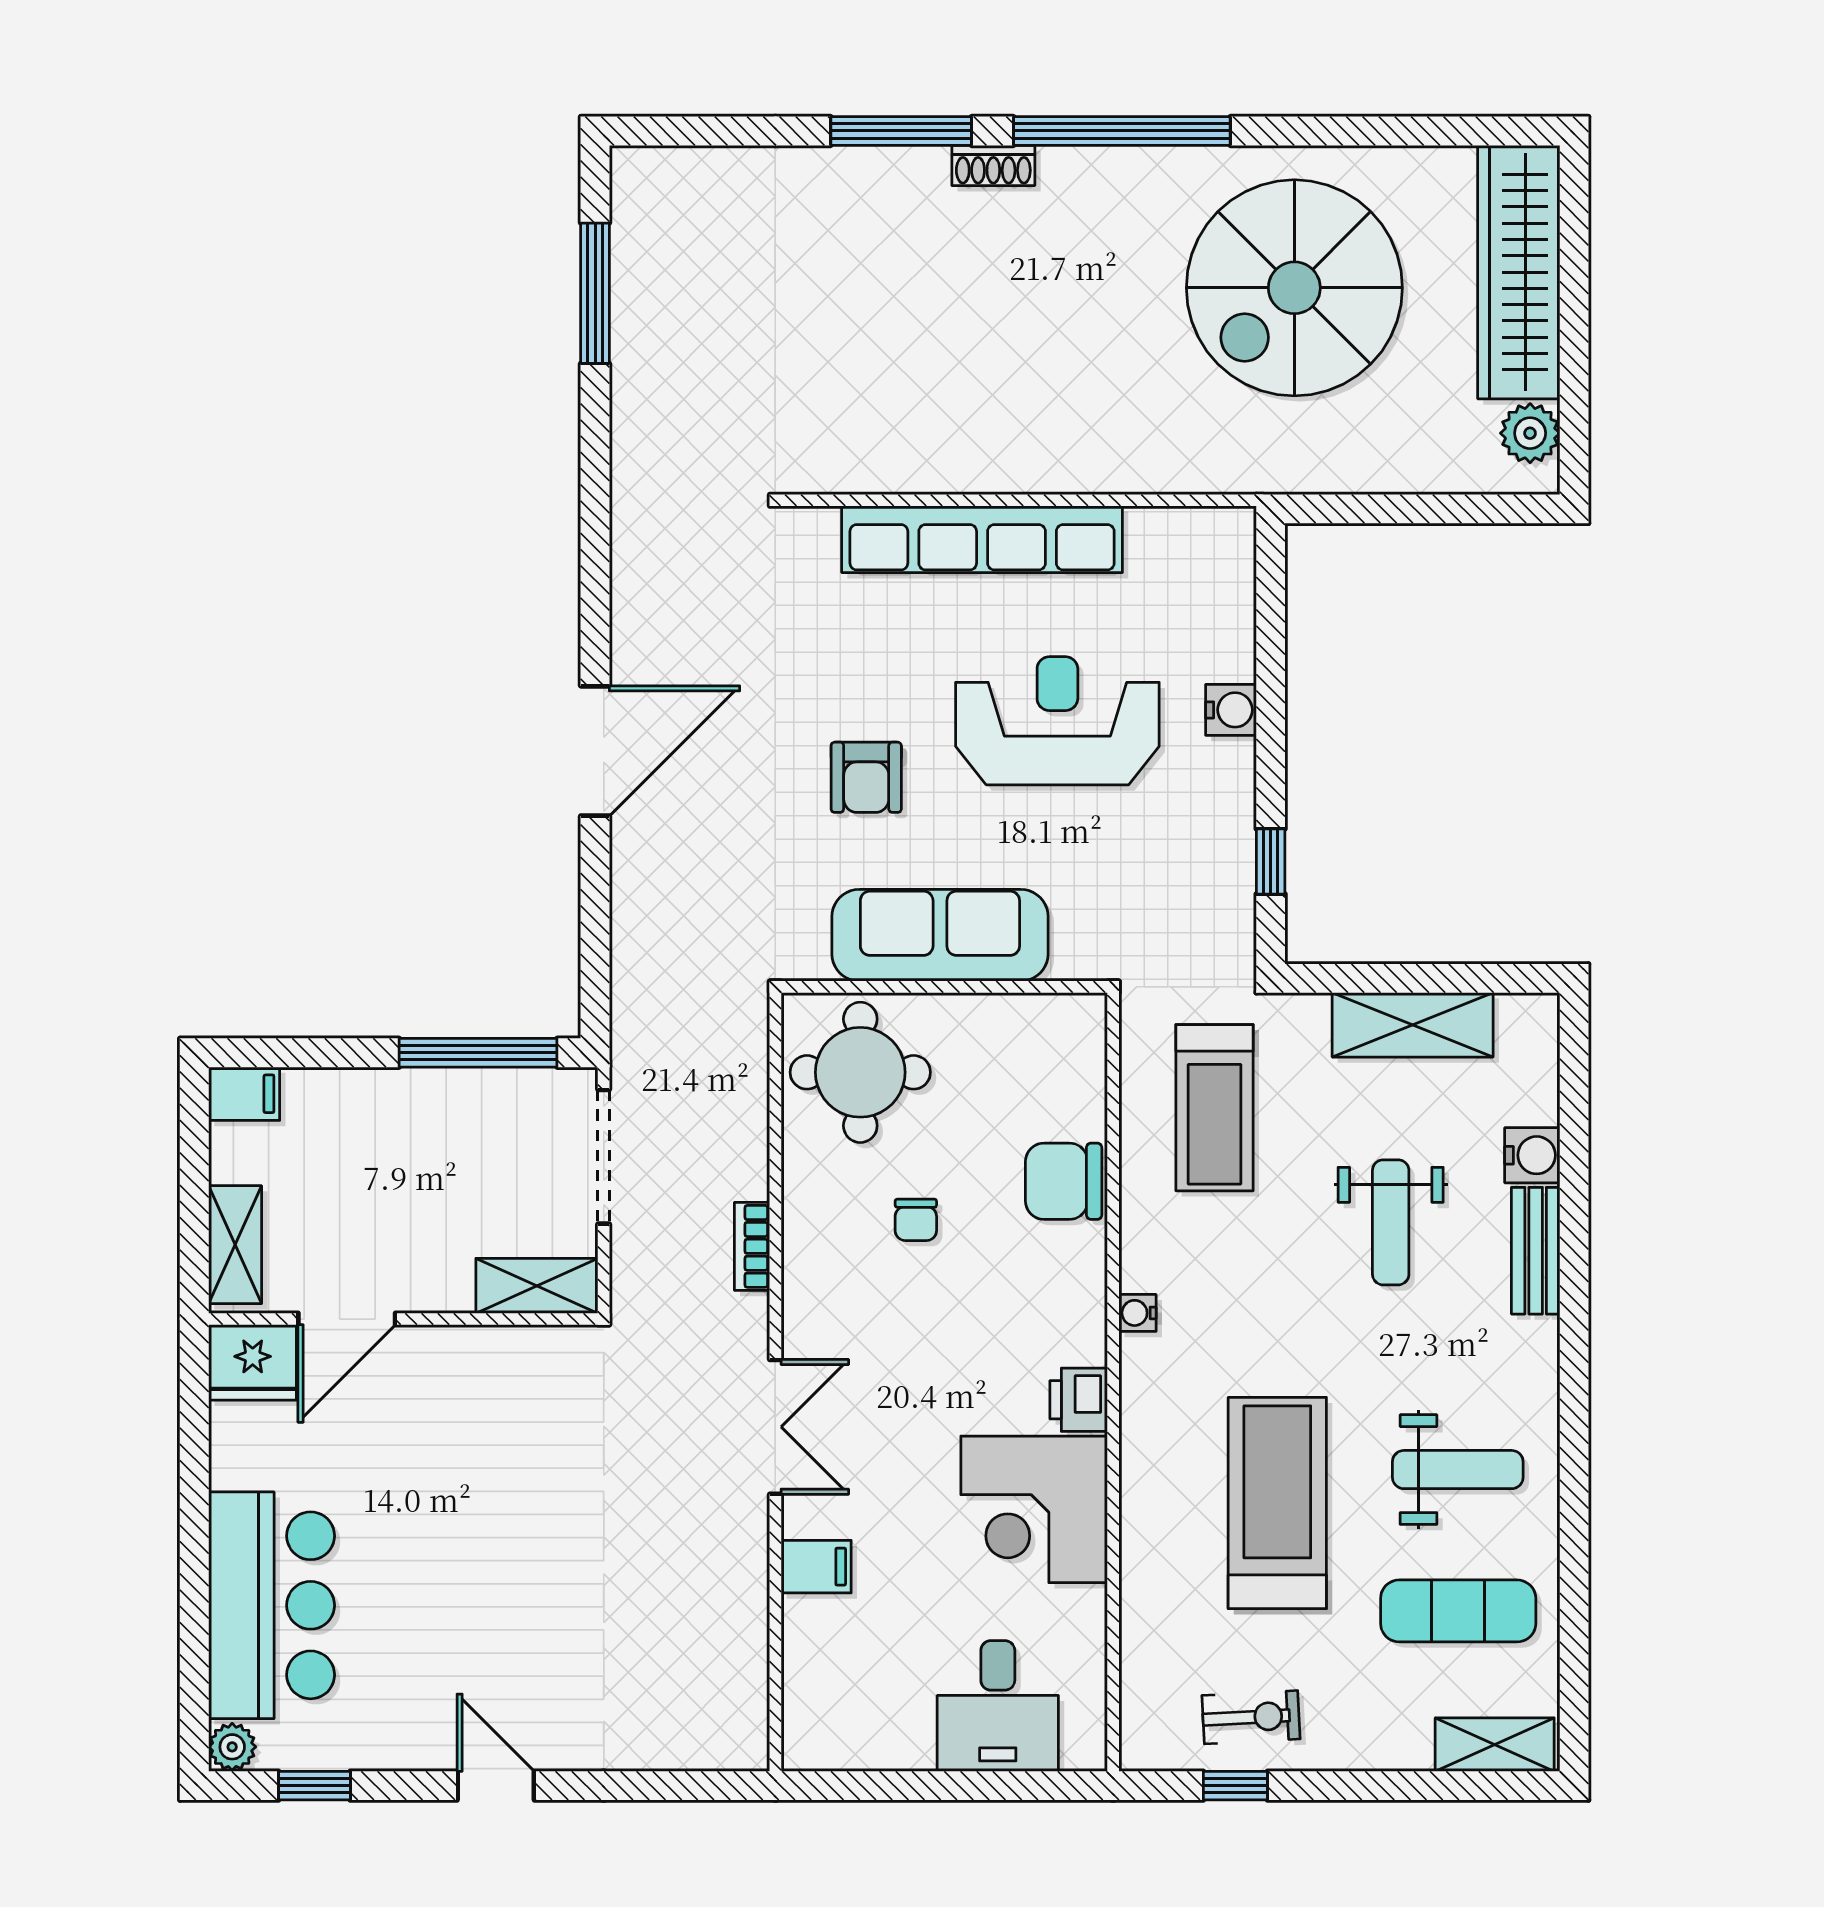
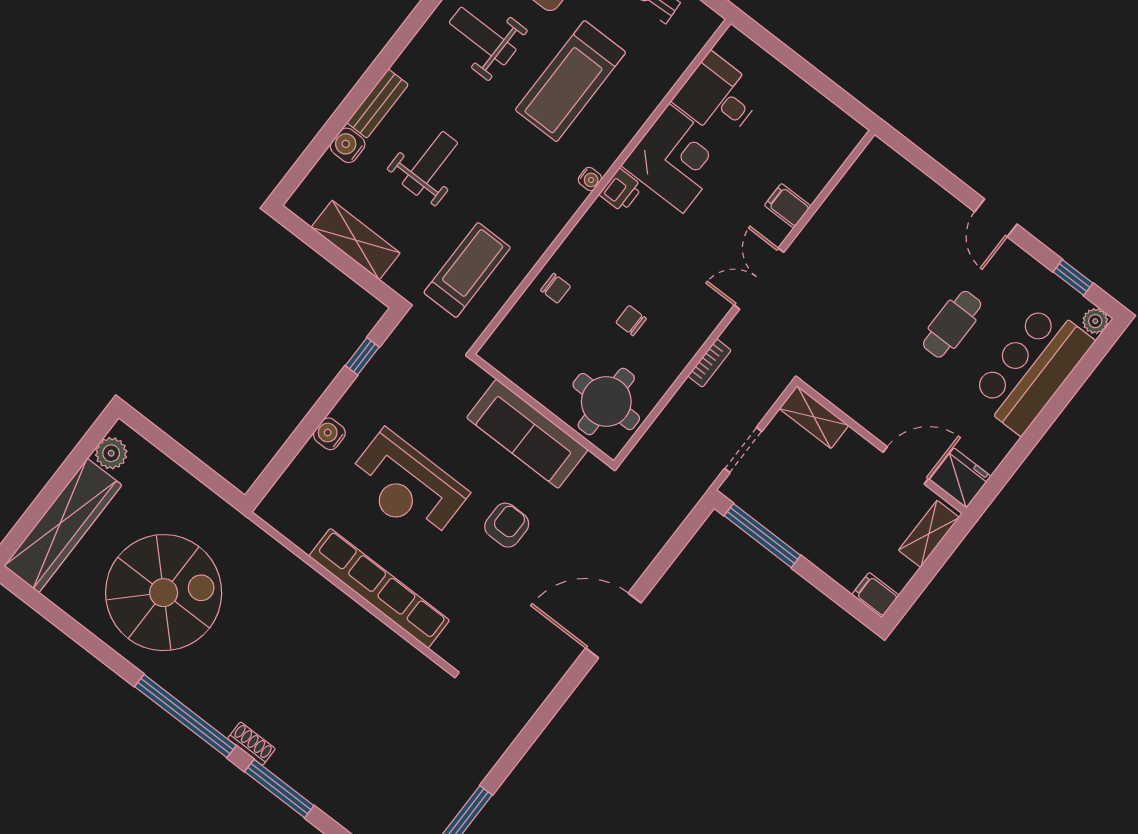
doorway: (604, 1157) -> (743, 450), width x0.73
chair: (1064, 1181) -> (556, 288), width x0.54, depth x0.54
chair: (916, 1220) -> (631, 321), turned -90
water cooler: (1137, 1313) -> (590, 179), moved
cafe table: (439, 1579) -> (952, 324), added
desk: (998, 1706) -> (718, 97), moved, turned -90

